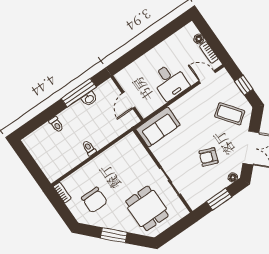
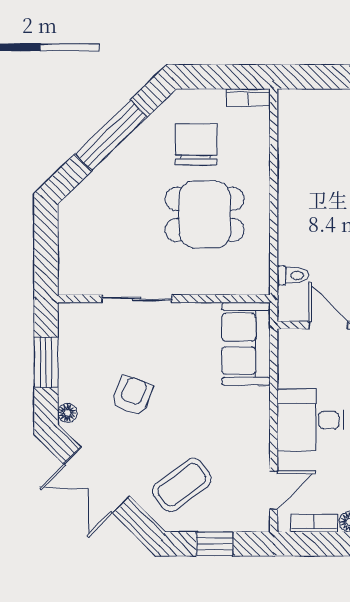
toilet: (89, 148) -> (293, 275), moved
chair: (94, 200) -> (196, 144), turned 90
dining table: (147, 208) -> (205, 214), moved
window: (114, 235) -> (111, 135), width x1.44

